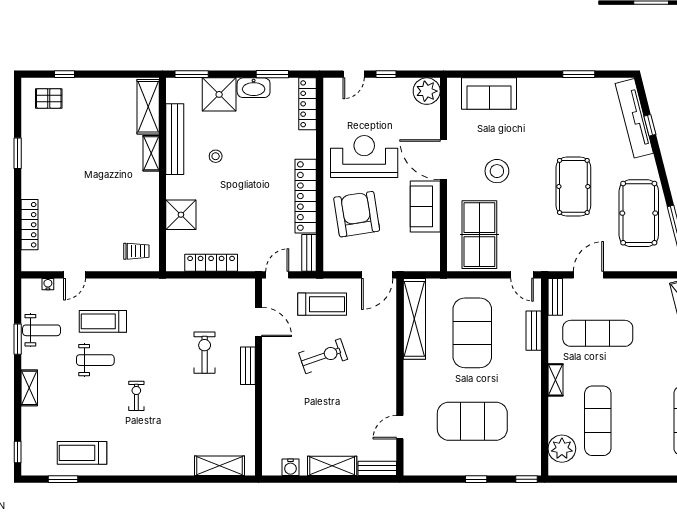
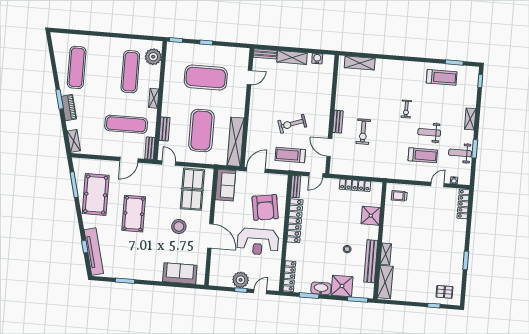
plant: (427, 91) -> (241, 280), moved
sofa: (425, 206) -> (226, 185), moved
locker: (29, 225) -> (463, 204), moved

